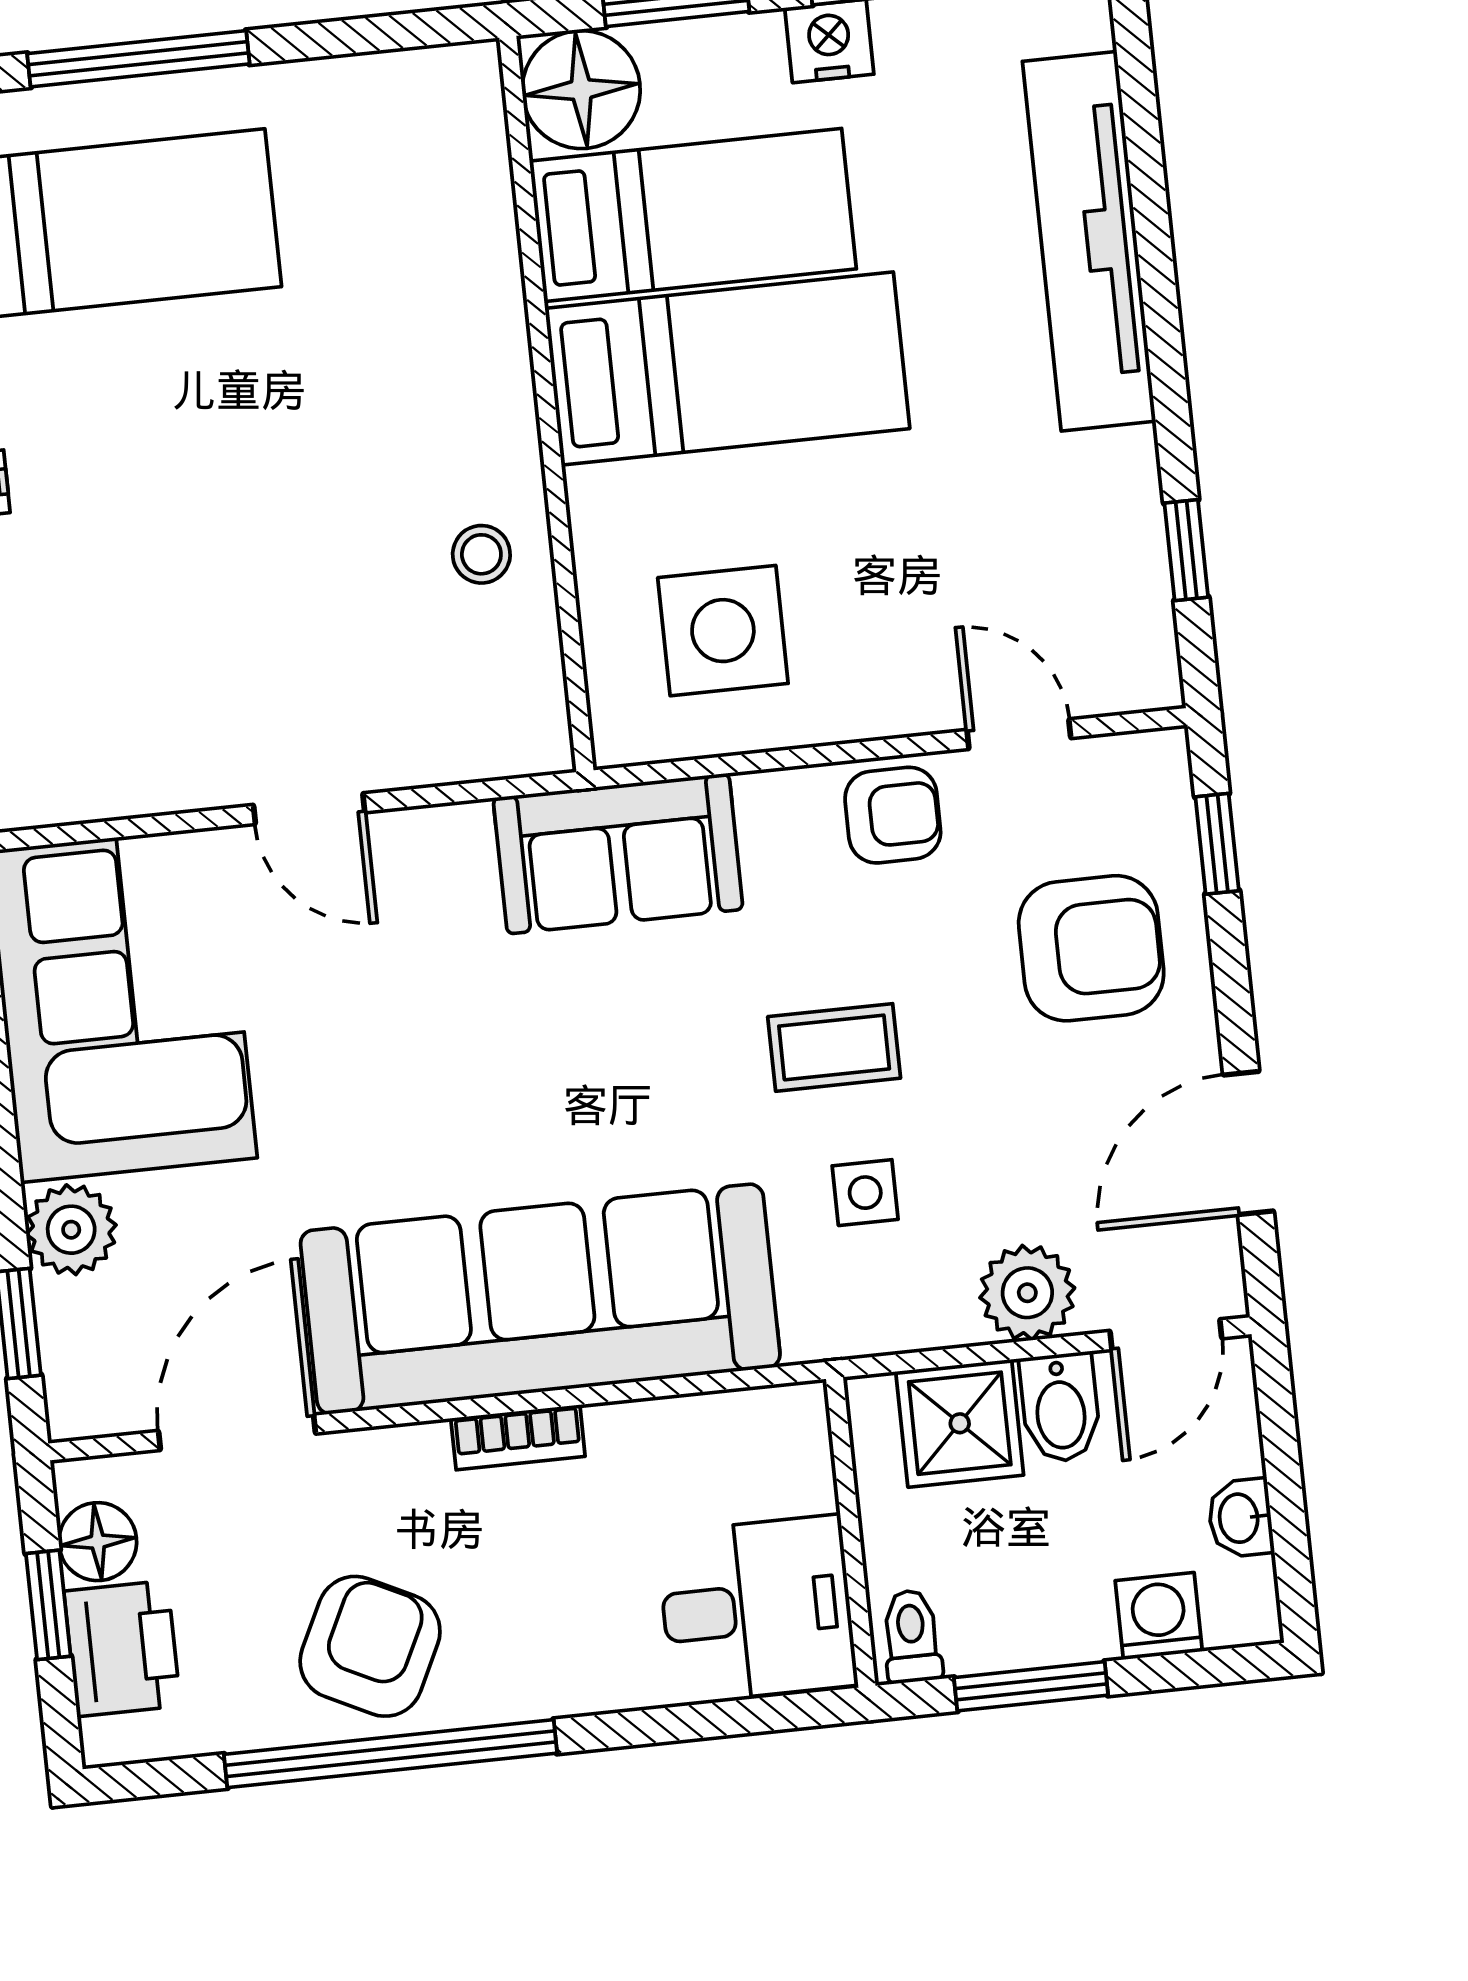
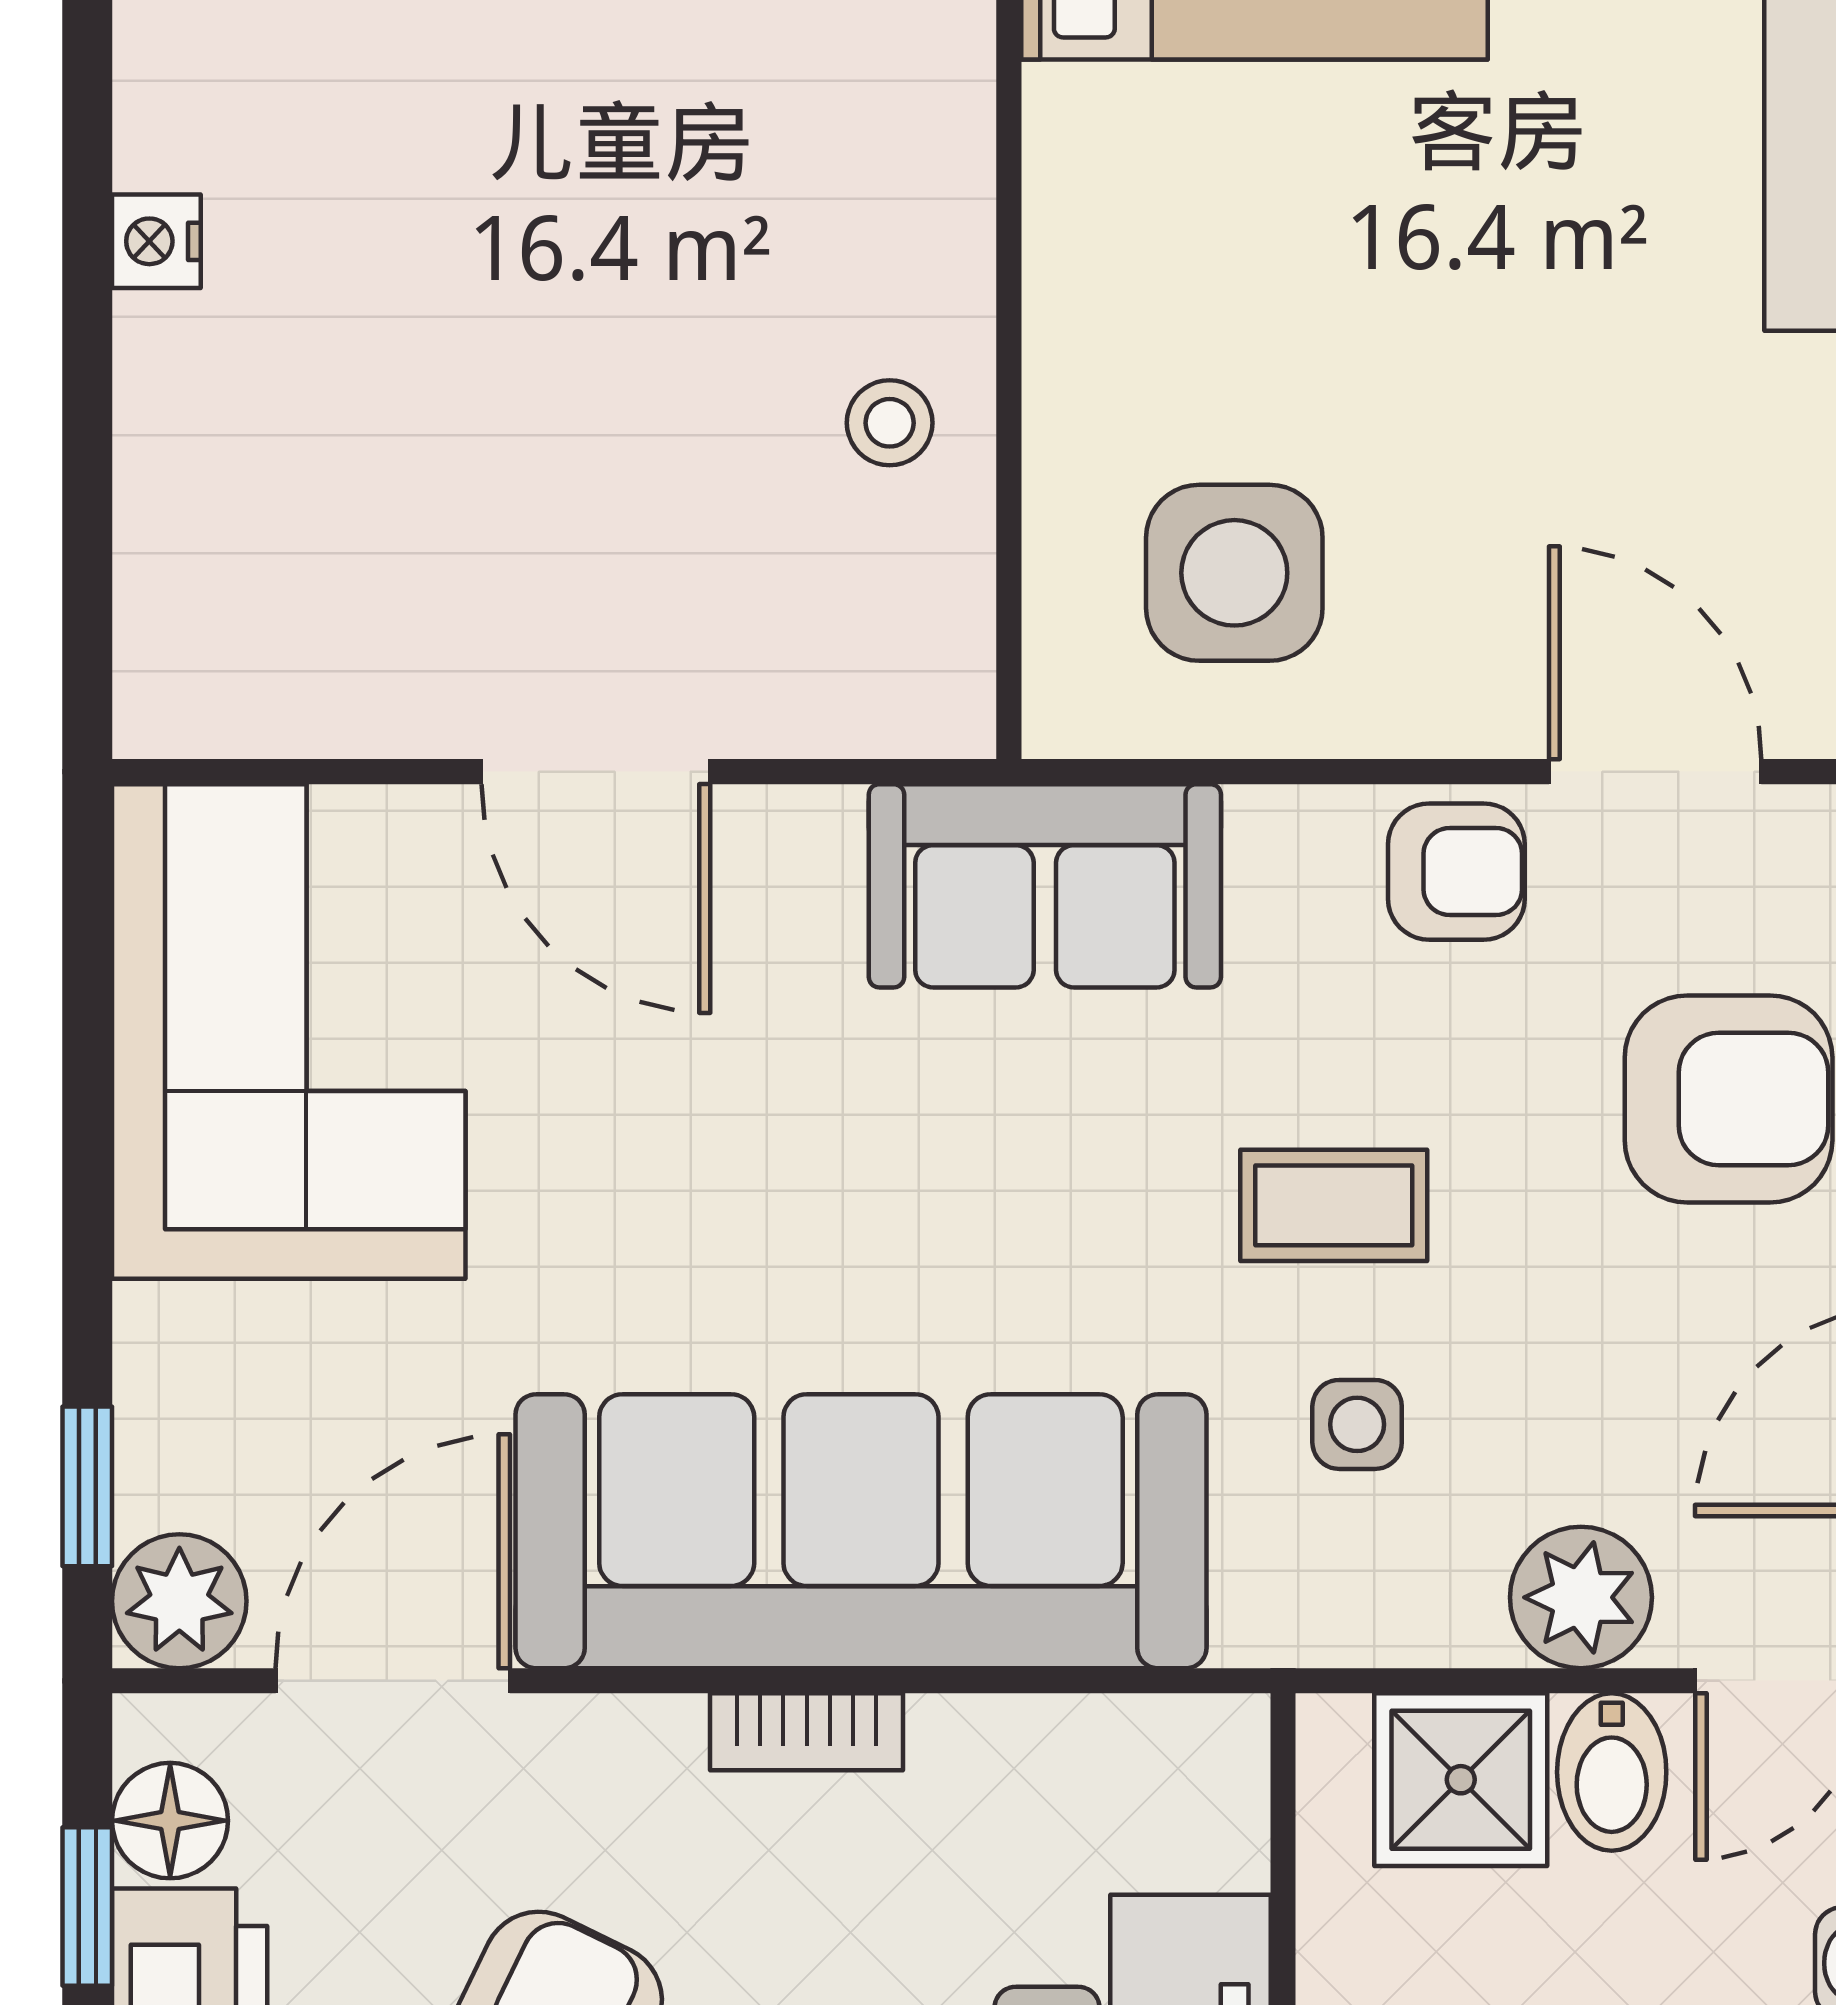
bed: (727, 368) -> (1281, 187), removed
door: (1019, 734) -> (1655, 772), width x1.38
door: (309, 809) -> (596, 772), width x1.38
plant: (71, 1230) -> (179, 1601), moved

